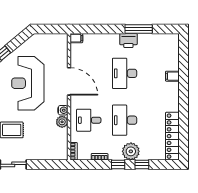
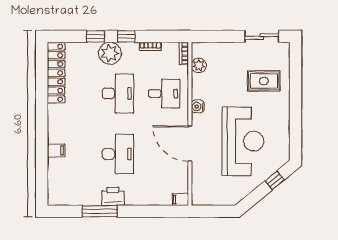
plant: (62, 122) -> (199, 65), moved

